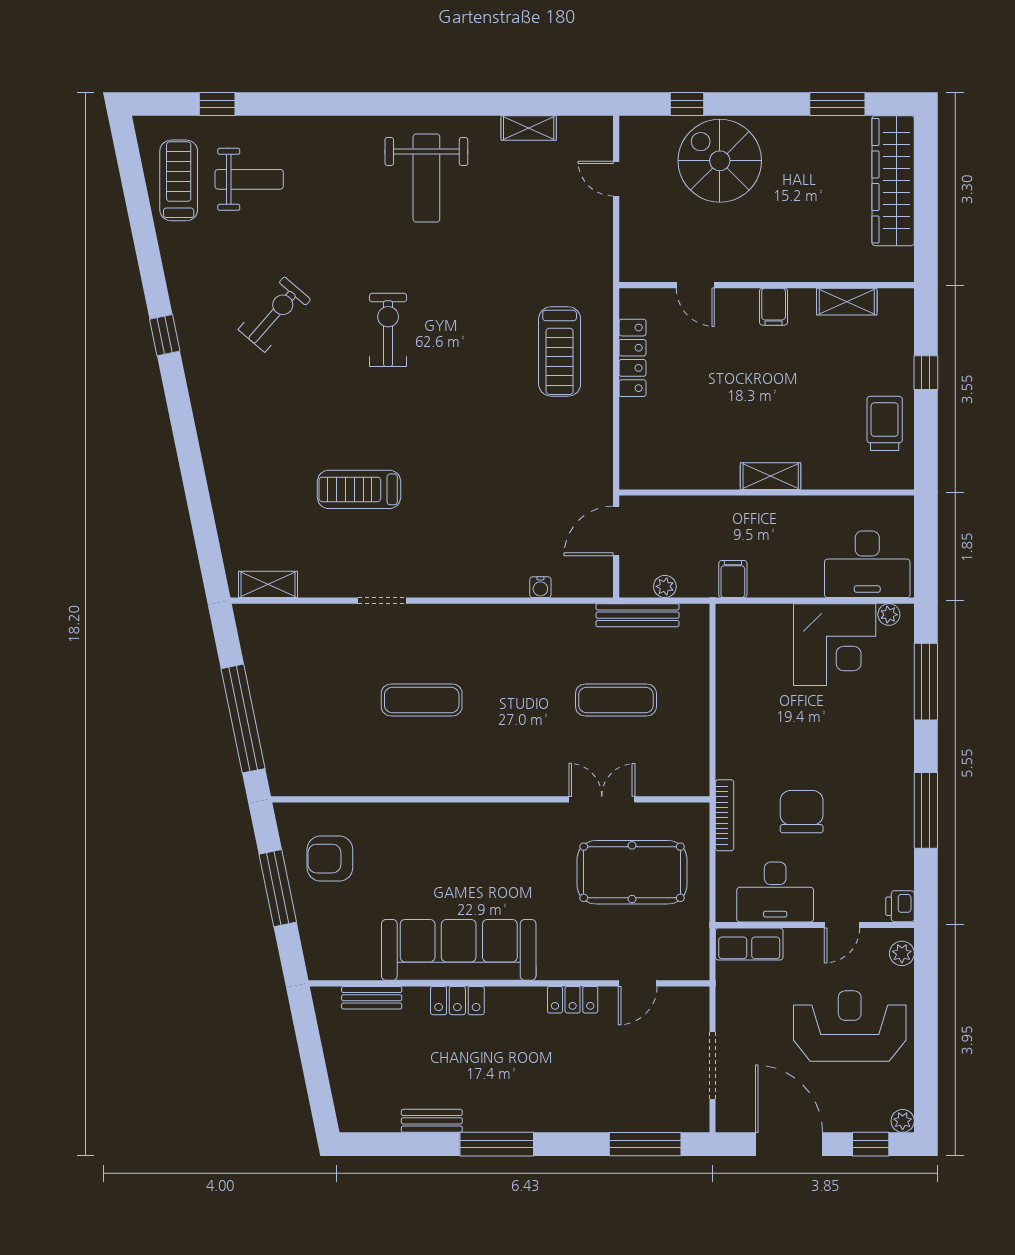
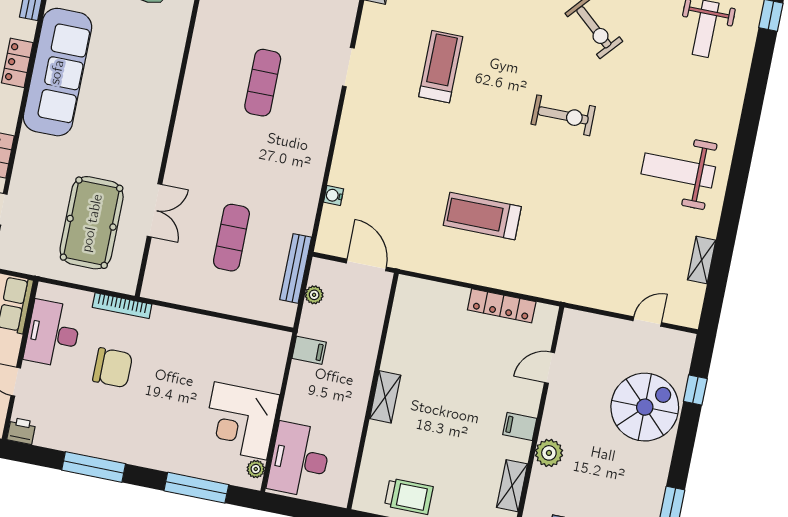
plant: (798, 265) -> (549, 453), added
treadmill: (560, 351) -> (482, 216), moved

